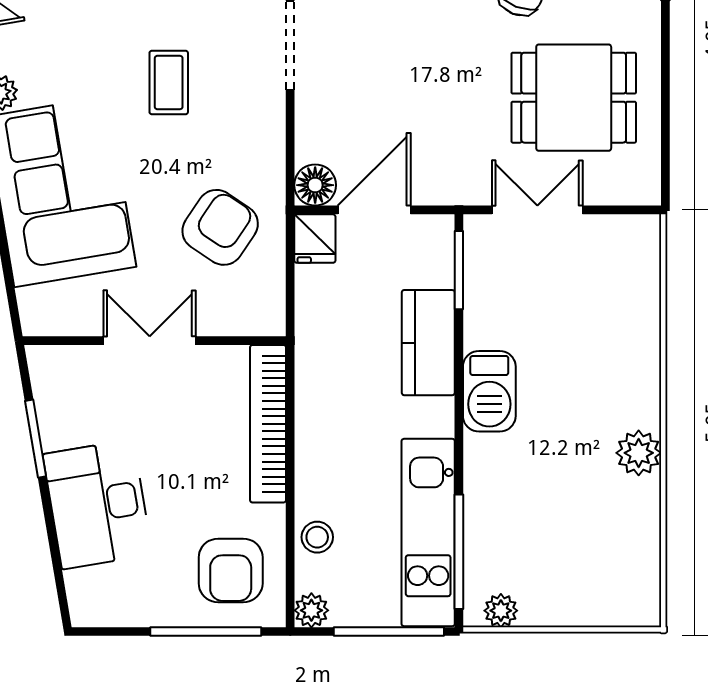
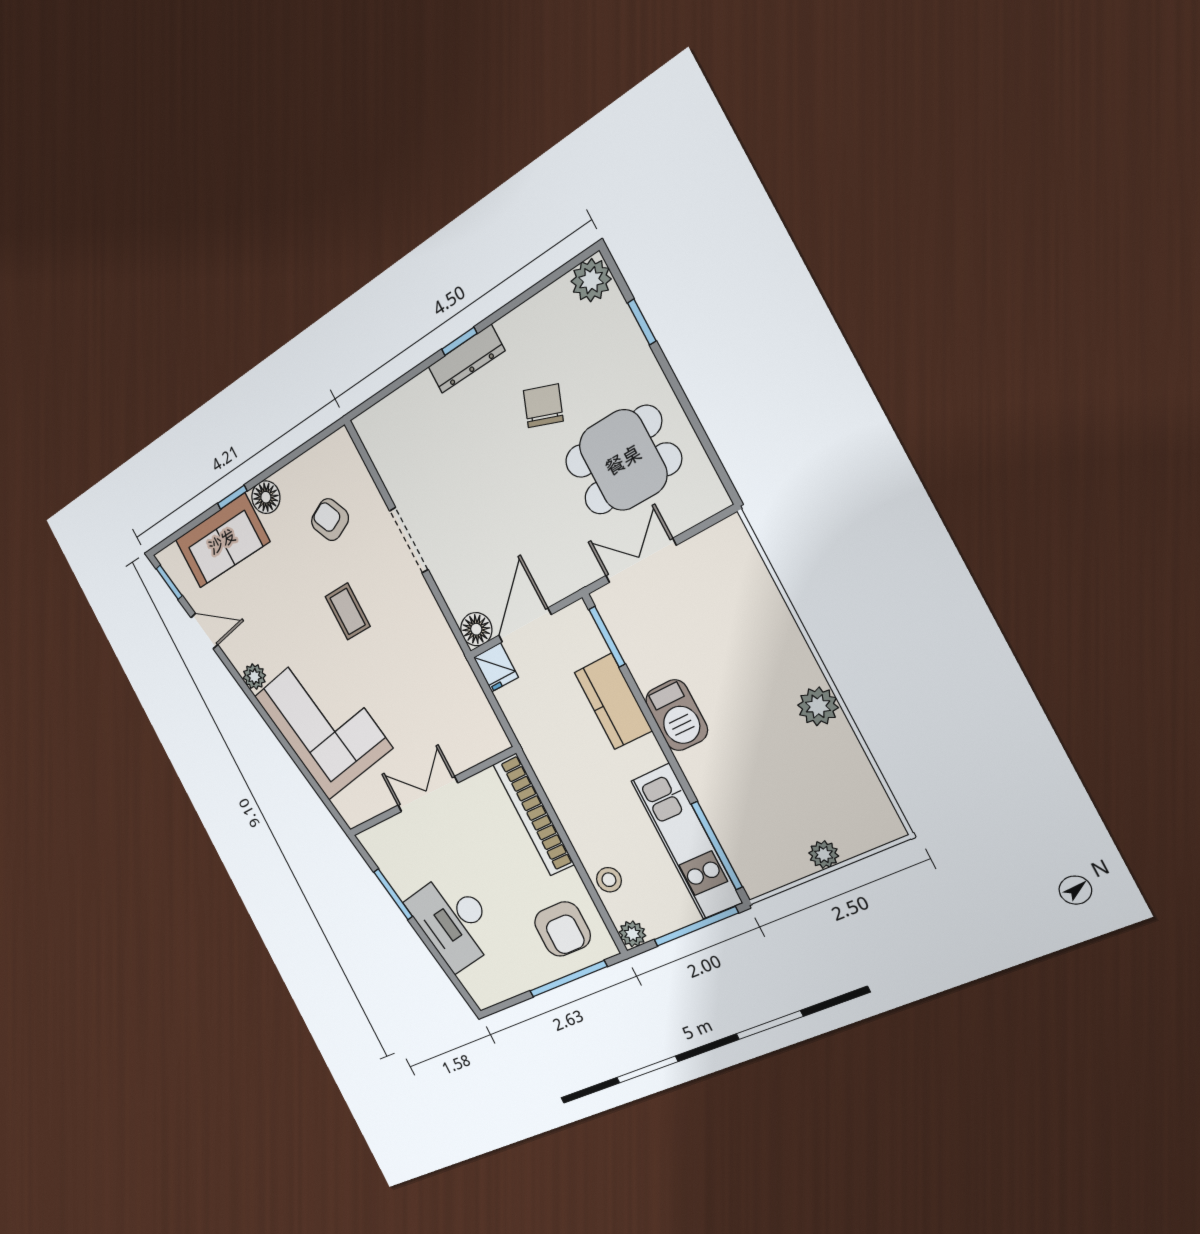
armchair: (220, 227) -> (431, 693), removed
plant: (501, 611) -> (824, 855), moved

